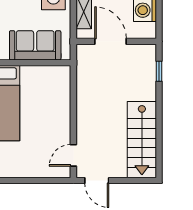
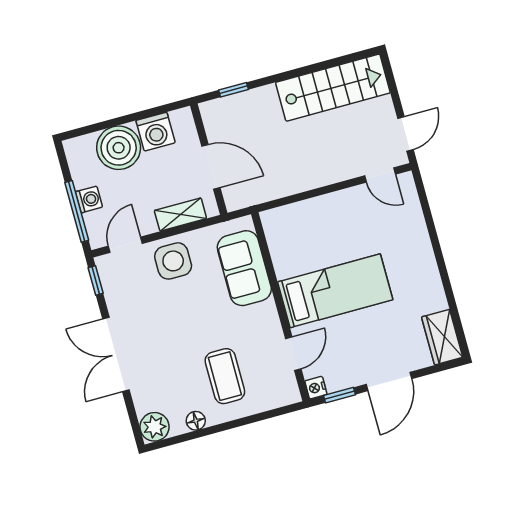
door: (111, 41) -> (211, 167), swing flipped

